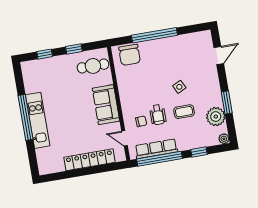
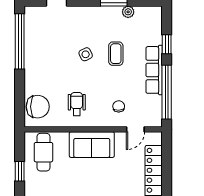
window: (154, 35) -> (20, 41), moved
wheelchair: (158, 115) -> (77, 104), moved, turned -90
plant: (216, 117) -> (128, 12), width x0.53, depth x0.53
plant: (224, 139) -> (156, 12), removed
row of seats: (156, 149) -> (154, 70), moved

